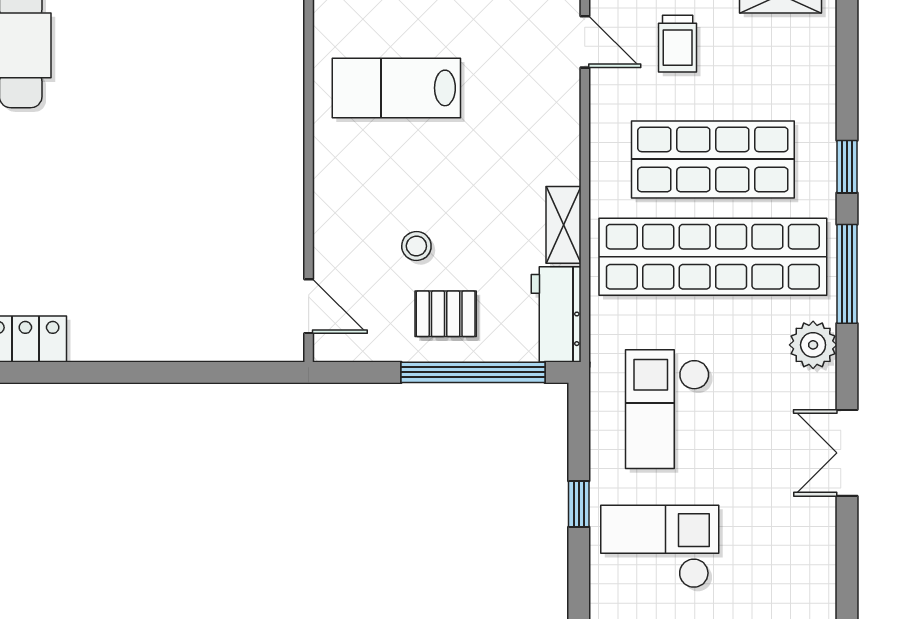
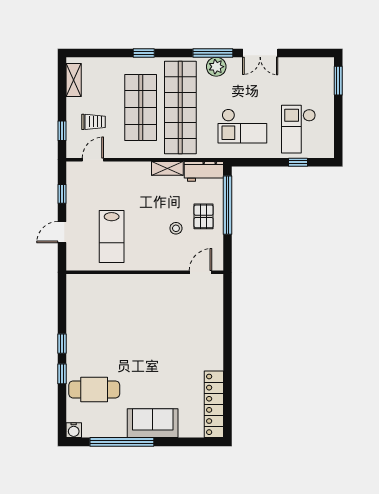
window: (847, 274) -> (213, 53), moved
window: (579, 504) -> (298, 162), moved

